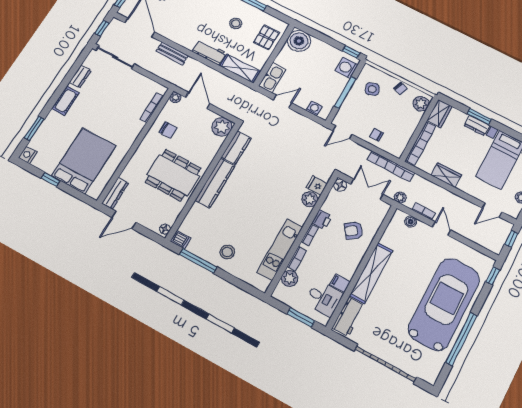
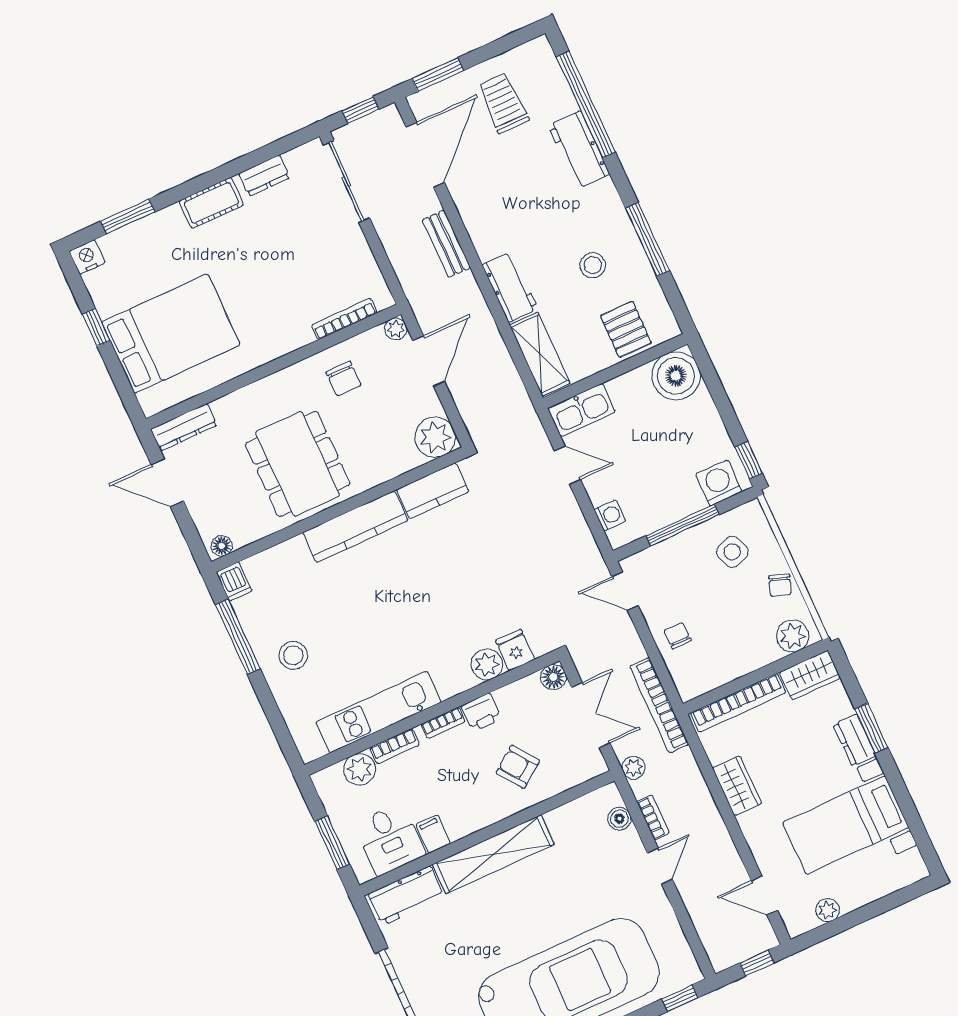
pallet: (266, 37) -> (626, 329), turned 90

